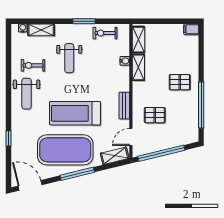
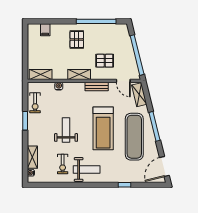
filing cabinet: (191, 29) -> (45, 30), moved
weight bench: (69, 58) -> (66, 130), moved, turned -90
shelving: (138, 67) -> (79, 75), moved
pallet: (155, 115) -> (105, 61), turned 90
exercise mat: (65, 150) -> (134, 137), width x0.68

